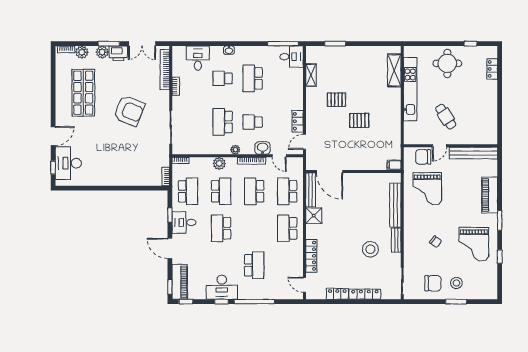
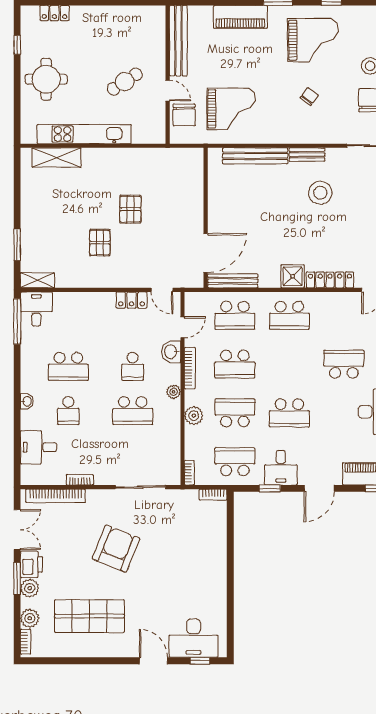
shelving: (311, 75) -> (37, 280), moved
filing cabinet: (394, 165) -> (196, 158), removed
shower: (314, 216) -> (293, 276), moved

